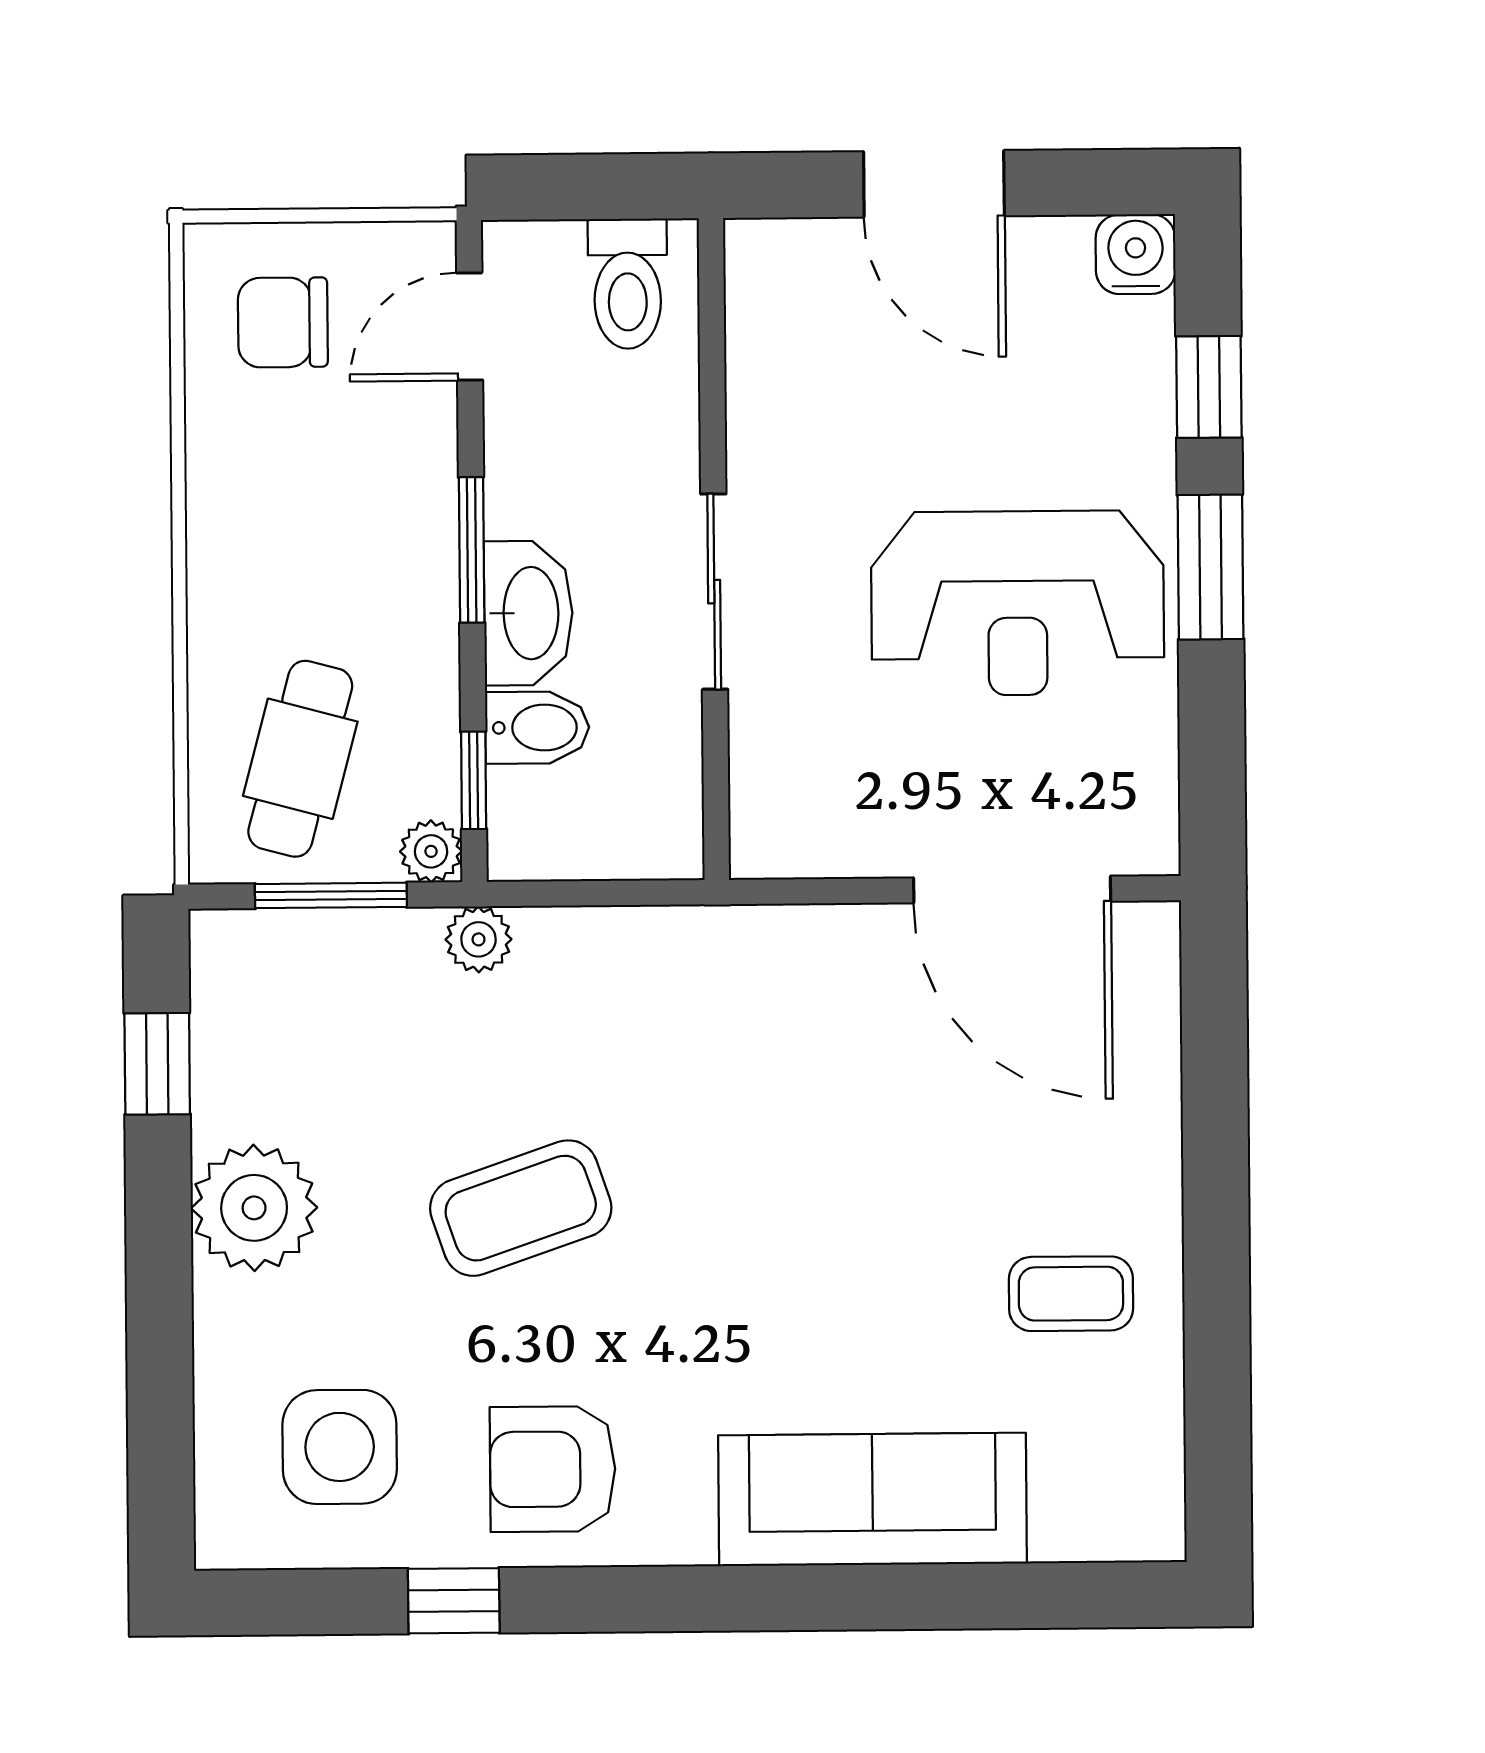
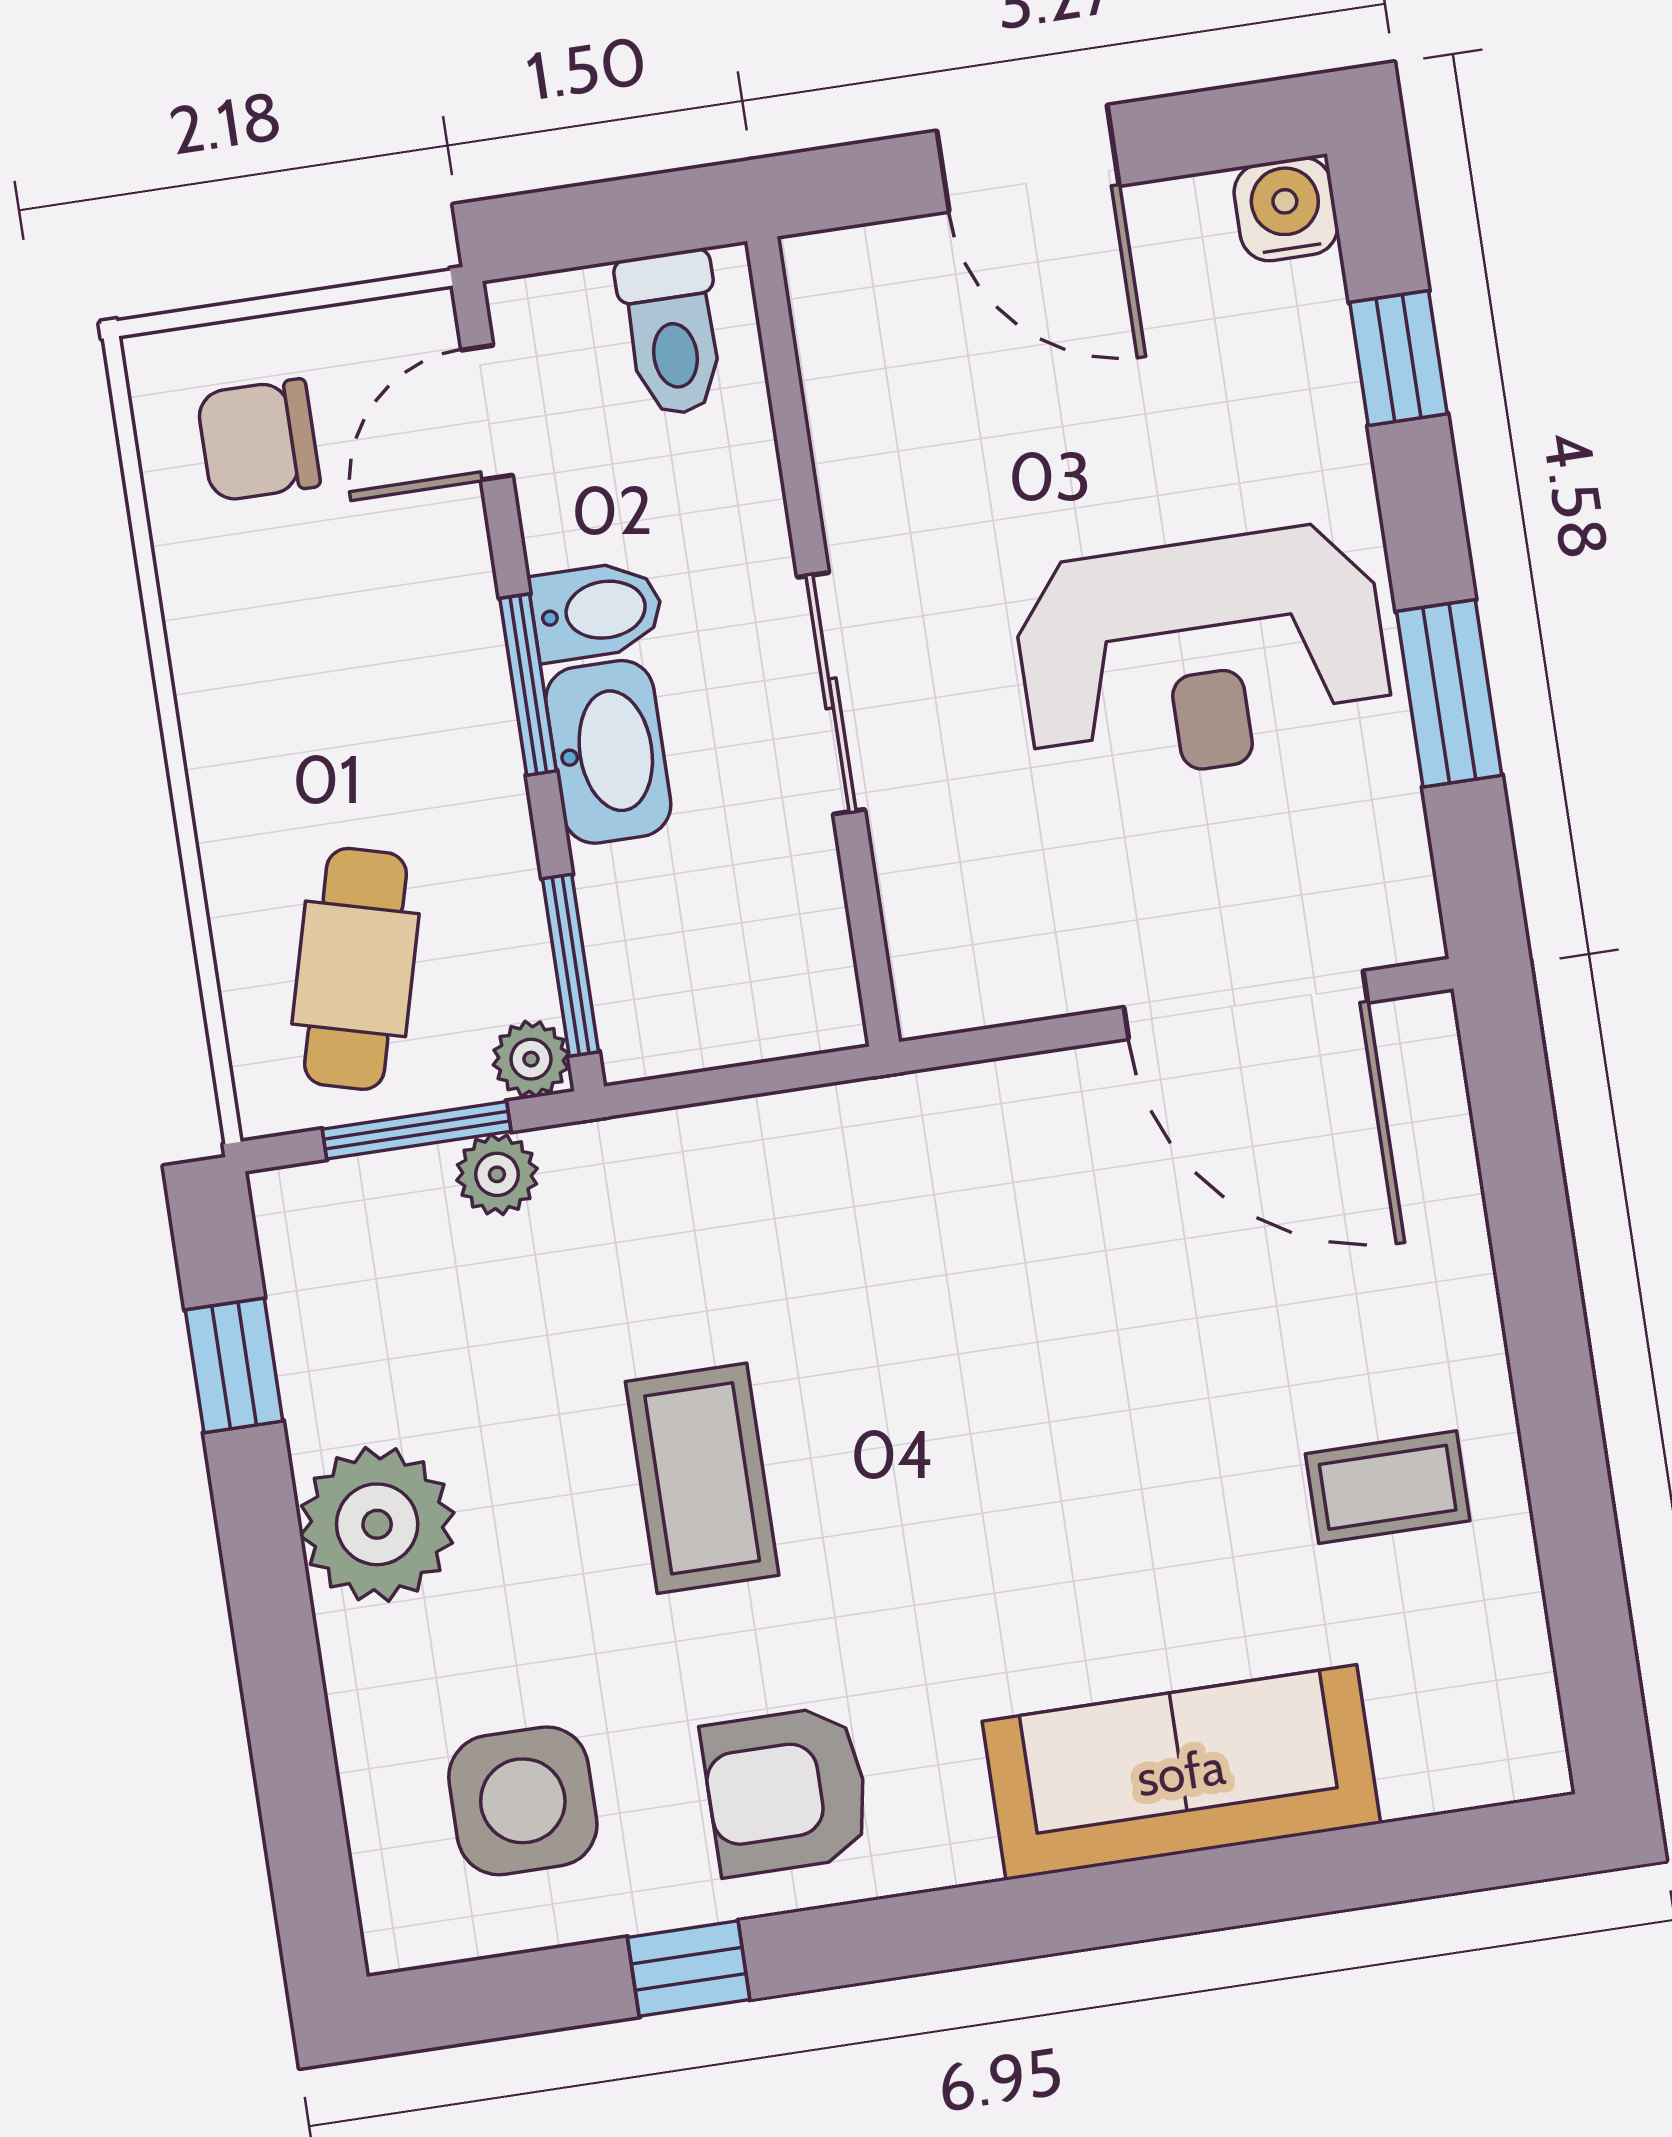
window: (1210, 567) -> (1449, 693), moved
bidet: (537, 728) -> (597, 611), moved
window: (474, 780) -> (571, 965), width x1.50
plant: (479, 939) -> (497, 1174), moved
coffee table: (521, 1208) -> (702, 1478), turned -71

